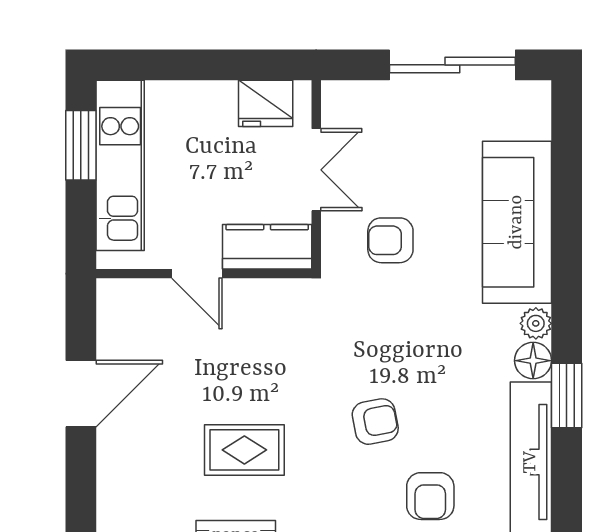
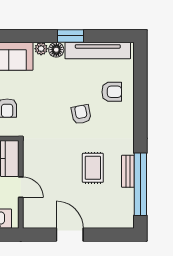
door: (197, 274) -> (21, 187), hinge flipped

